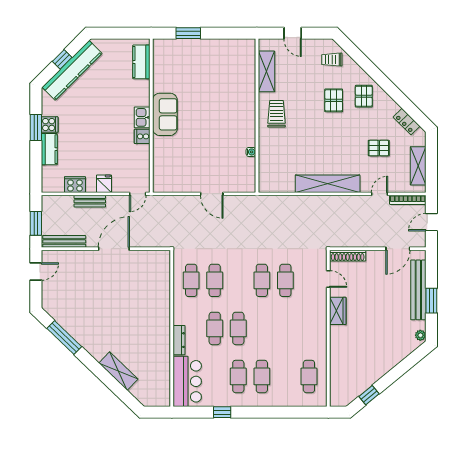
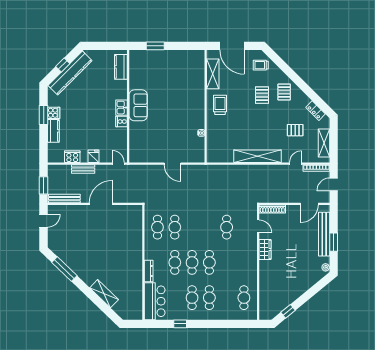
door: (293, 33) -> (232, 46), width x1.87
door: (138, 194) -> (118, 164), swing flipped
cafe table: (262, 280) -> (209, 262), moved

